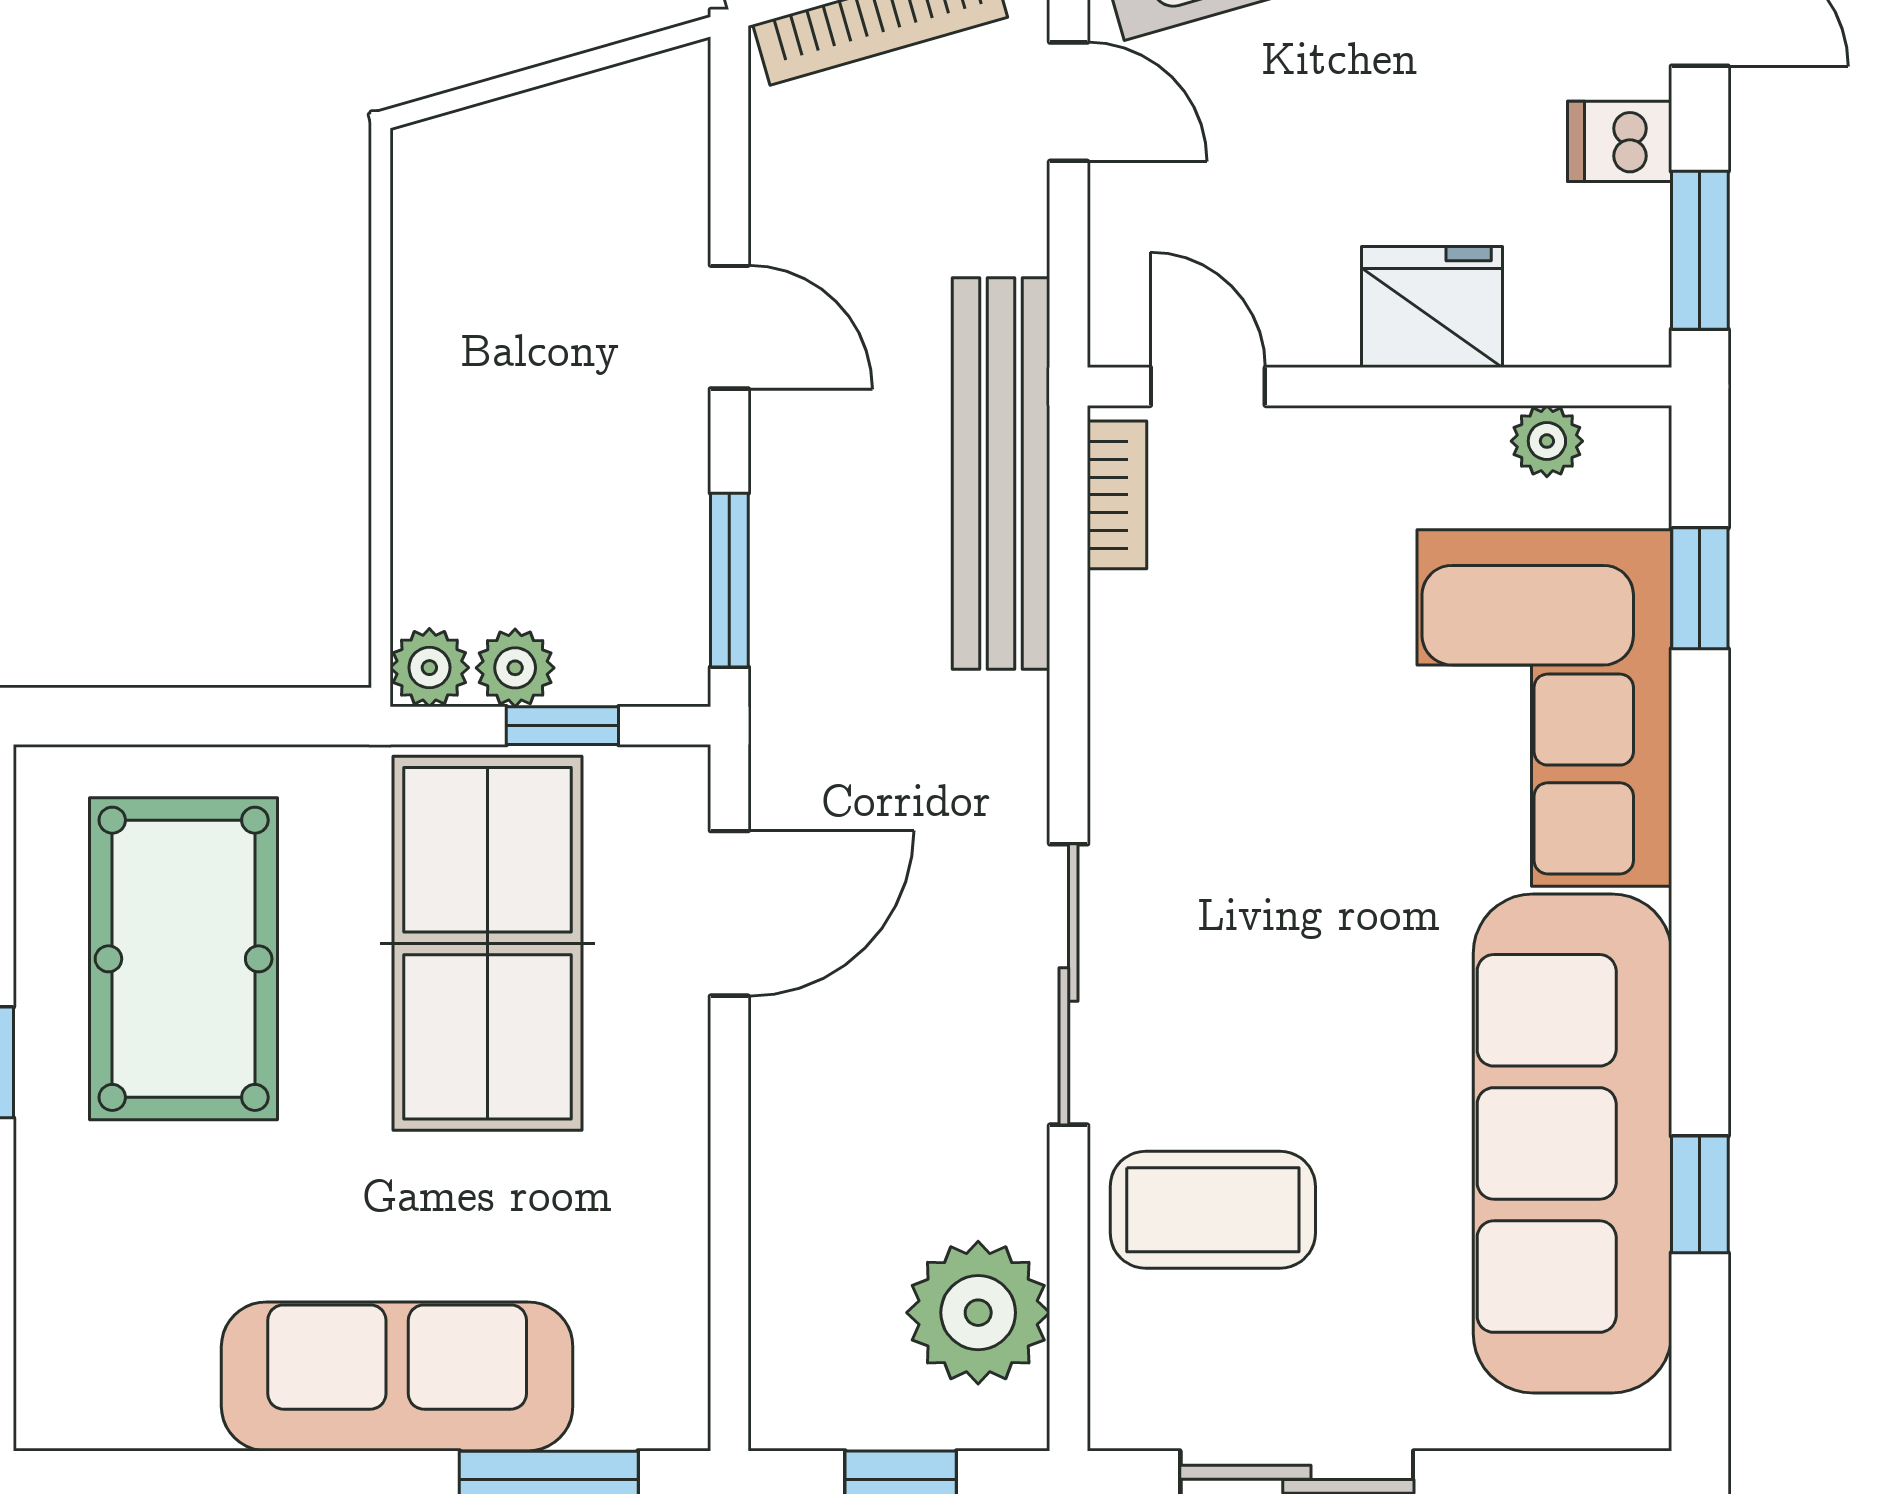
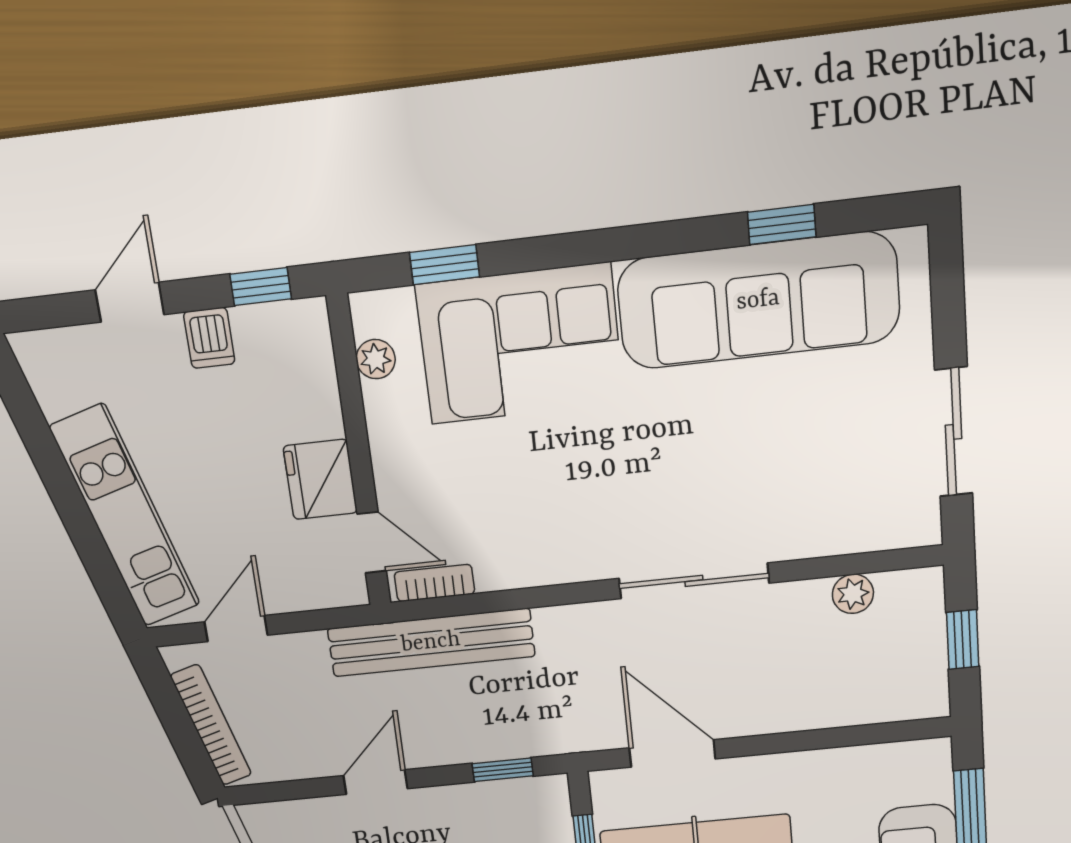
window: (1700, 250) -> (261, 287), width x0.67
fridge: (1432, 307) -> (320, 479), moved
door: (1208, 386) -> (372, 542), swing flipped
window: (729, 580) -> (503, 770), width x0.67
coffee table: (1213, 1210) -> (809, 493), removed
plant: (978, 1313) -> (853, 594), width x0.53, depth x0.53

